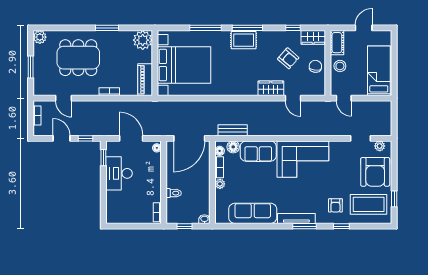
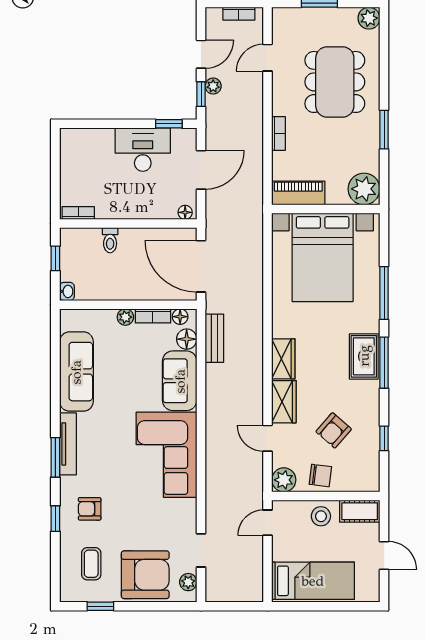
wardrobe: (313, 37) -> (283, 359), moved, turned 180
plant: (318, 88) -> (284, 480), added
door: (293, 98) -> (268, 438), hinge flipped
plant: (81, 131) -> (213, 86), added
armchair: (375, 172) -> (145, 575), turned 180
coffee table: (369, 204) -> (91, 564), width x0.54, depth x0.58

